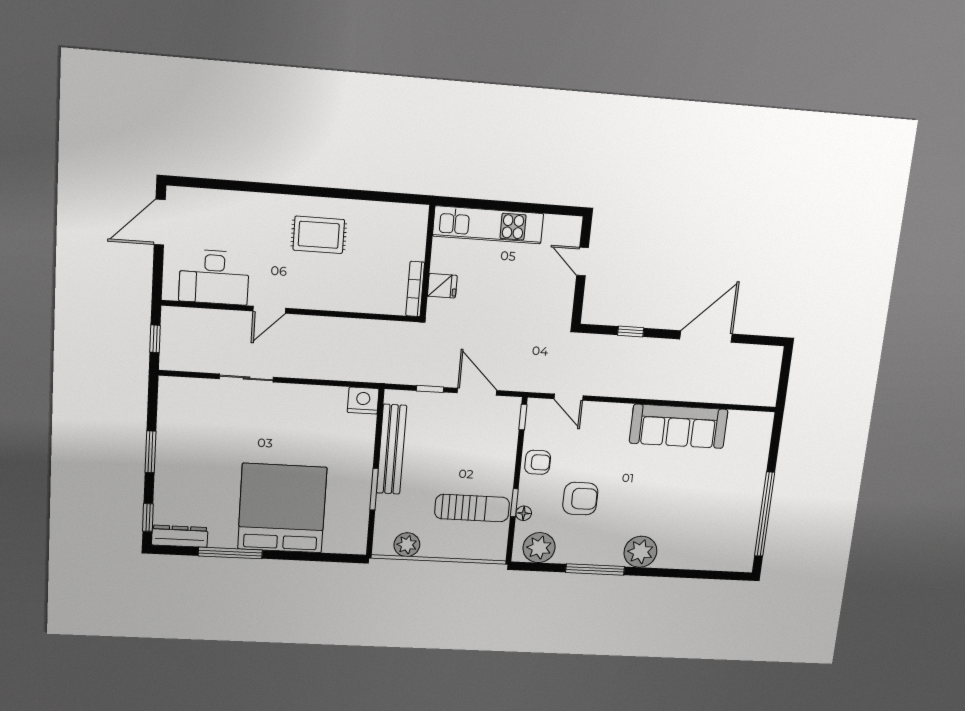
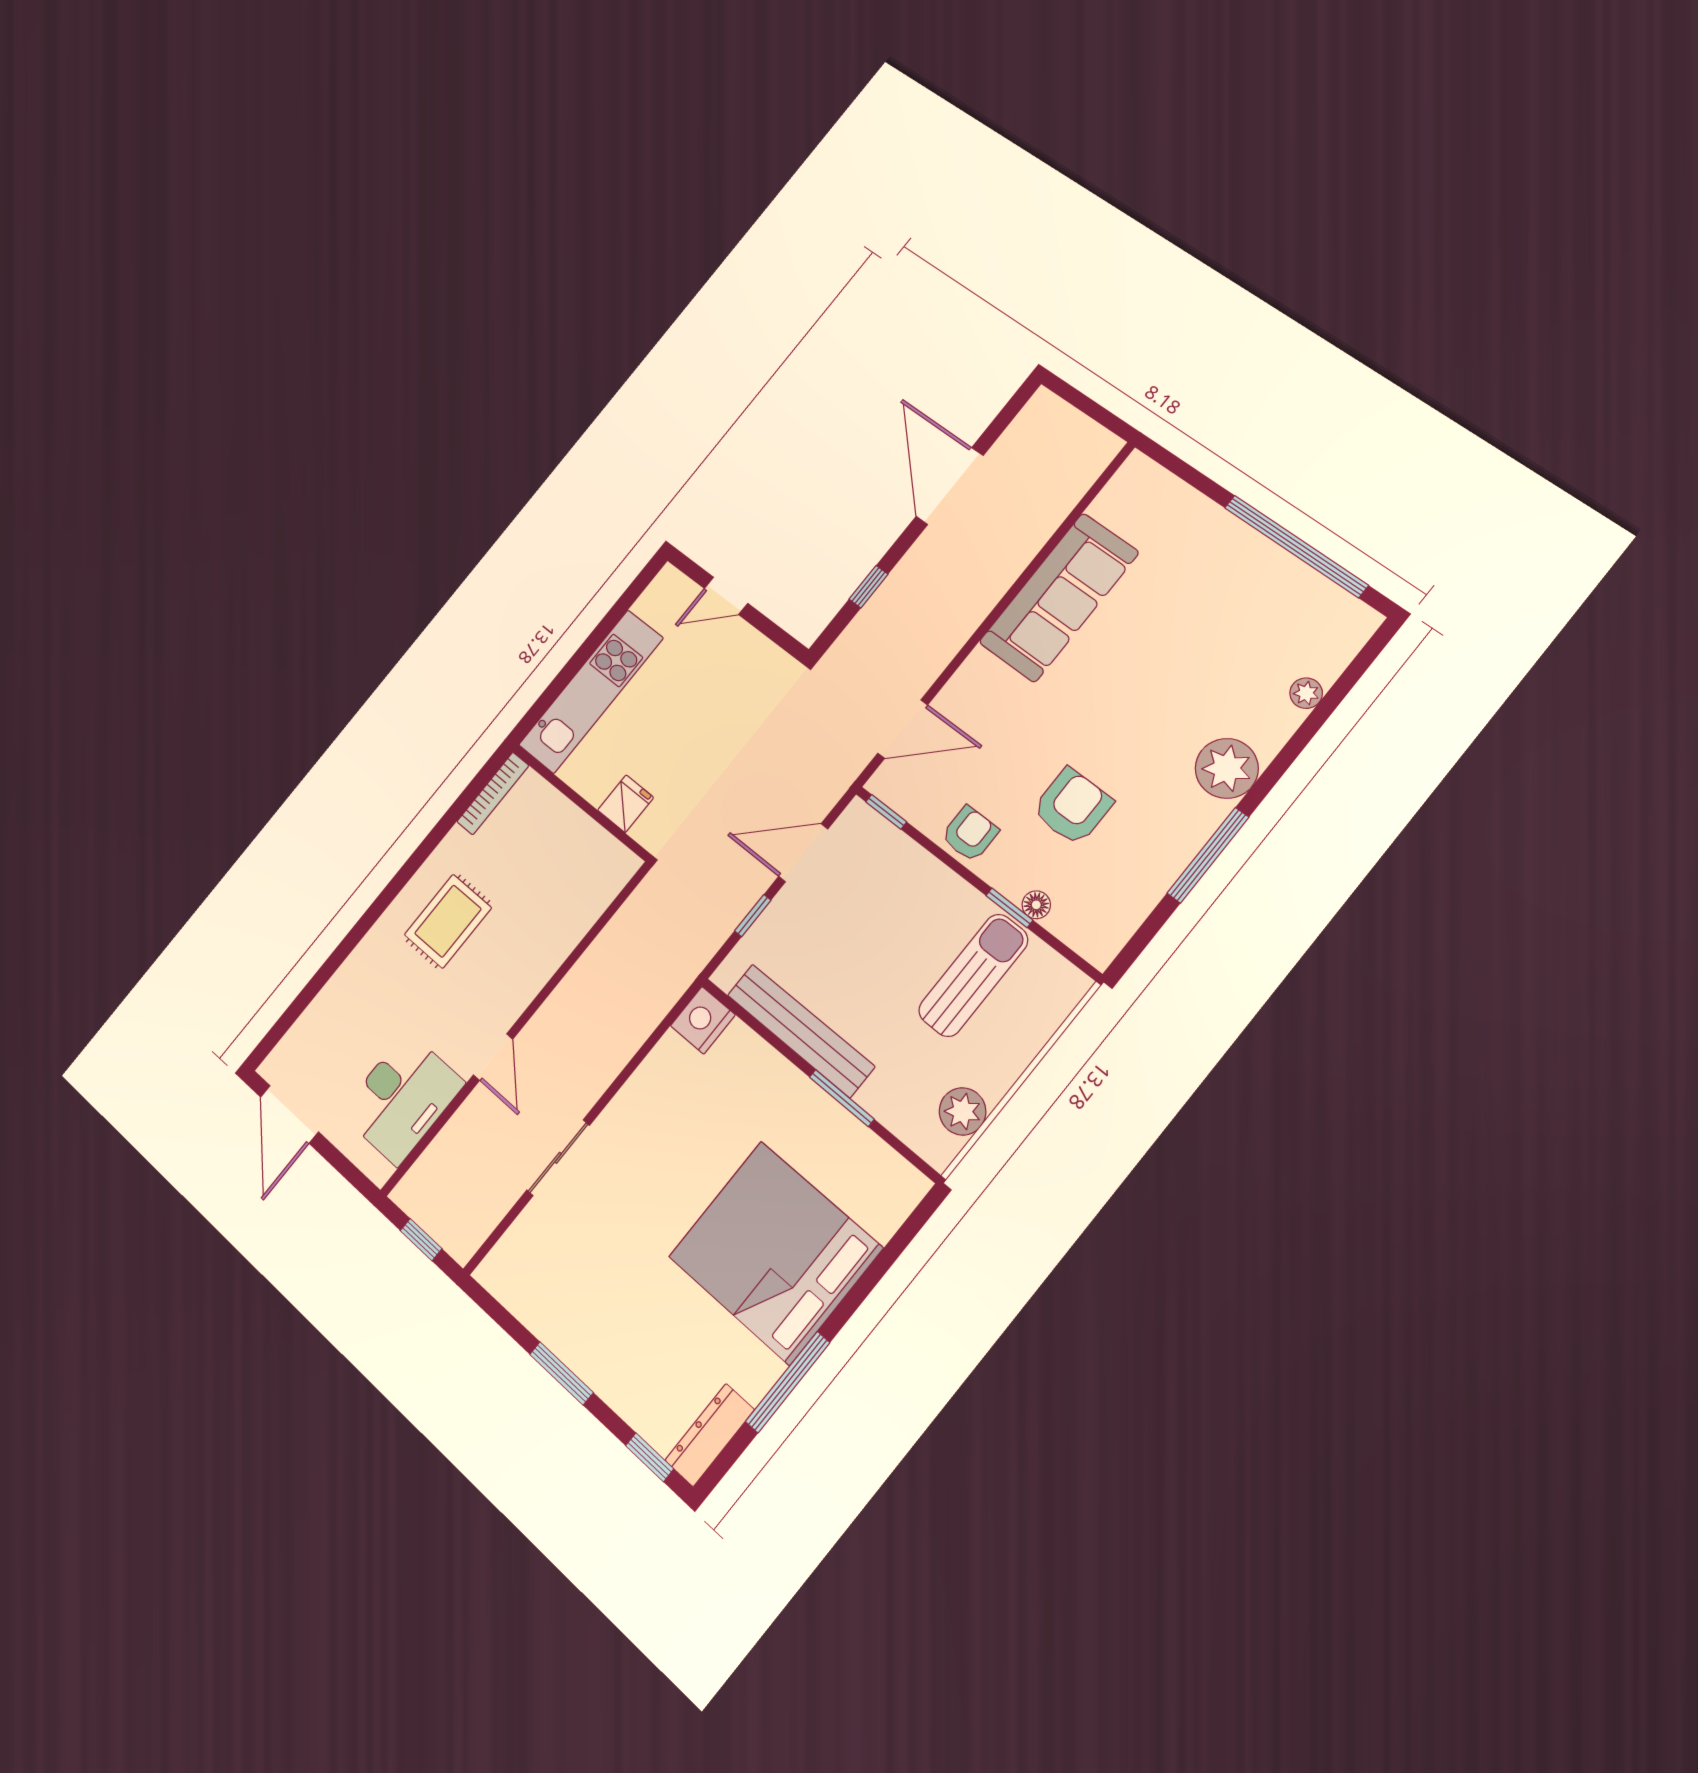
bookcase: (415, 289) -> (493, 794), moved, turned -90
door: (569, 397) -> (903, 729), width x1.38
plant: (539, 548) -> (1306, 693), moved, width x0.53, depth x0.53

